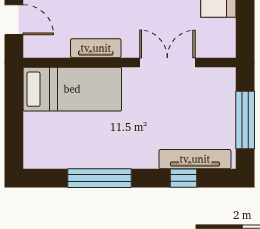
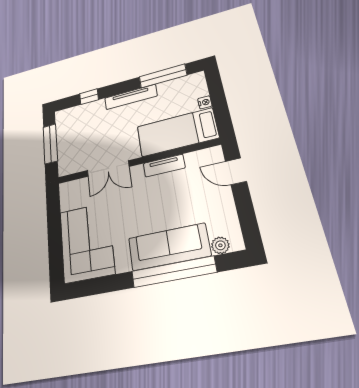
nightstand: (31, 121) -> (205, 102), added
tv unit: (195, 159) -> (131, 97), moved
window: (99, 178) -> (163, 76), moved

